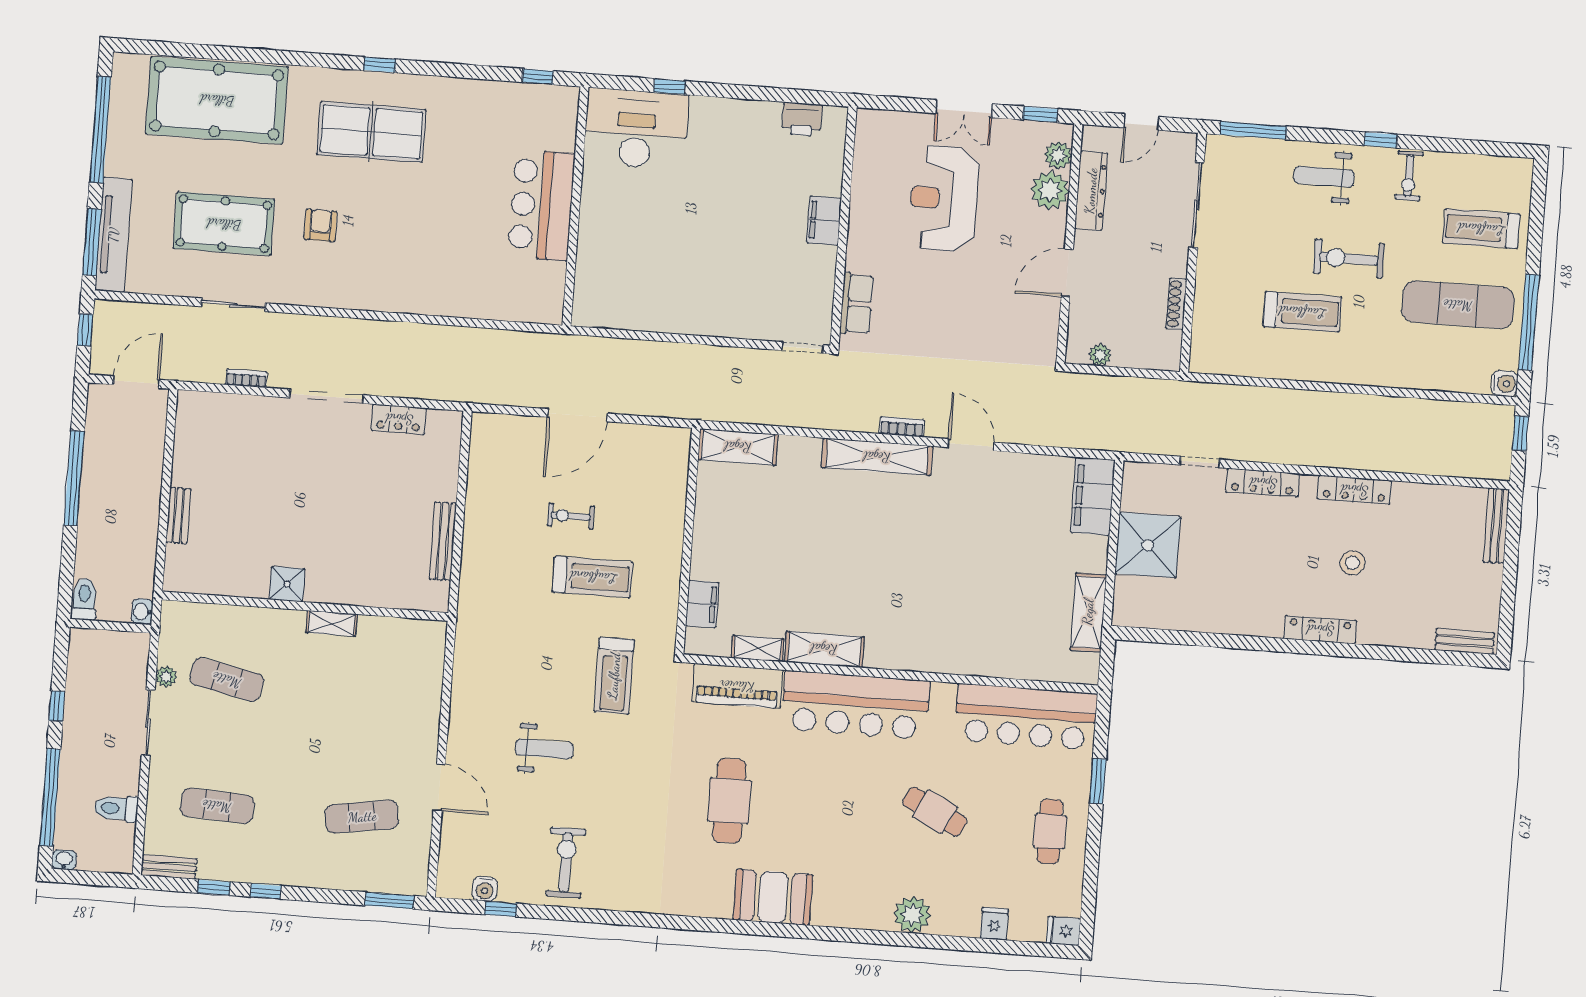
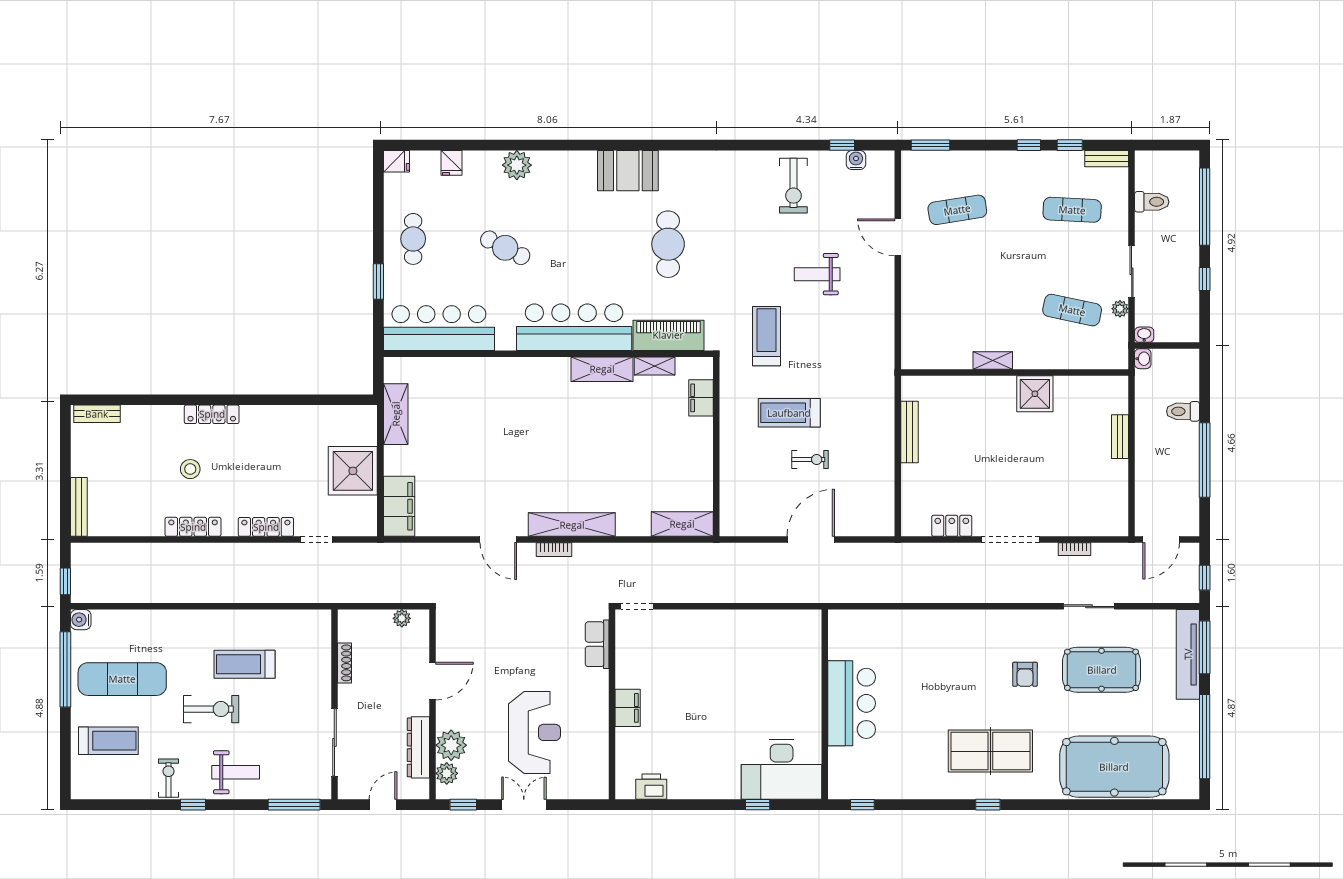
shower: (287, 584) -> (1035, 394), width x1.36, depth x1.36
toilet: (84, 599) -> (1183, 411), moved, turned 90
washbasin: (64, 860) -> (1144, 335), moved, turned 180

